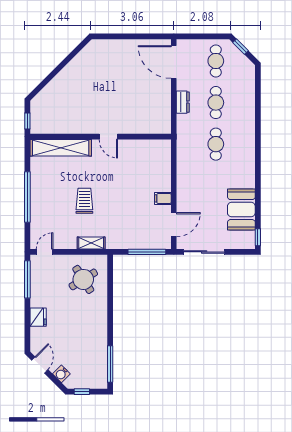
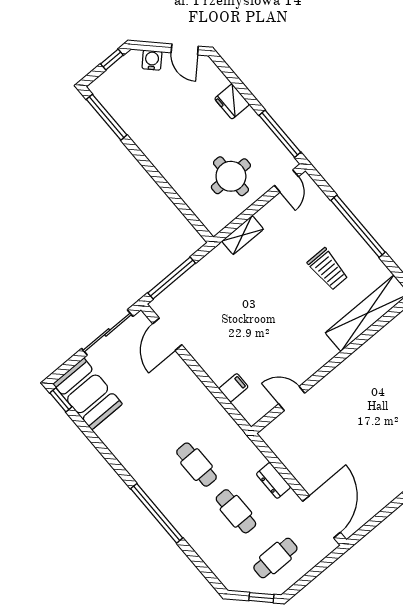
cafe table: (216, 61) -> (275, 558), turned 90
door: (174, 62) -> (322, 517), hinge flipped
window: (258, 136) -> (157, 513), added
door: (108, 137) -> (292, 398), moved
filing cabinet: (163, 198) -> (234, 388), moved
trolley: (84, 201) -> (328, 269), moved
booth: (241, 210) -> (88, 394), moved
round table: (83, 279) -> (231, 176), moved, turned 32

